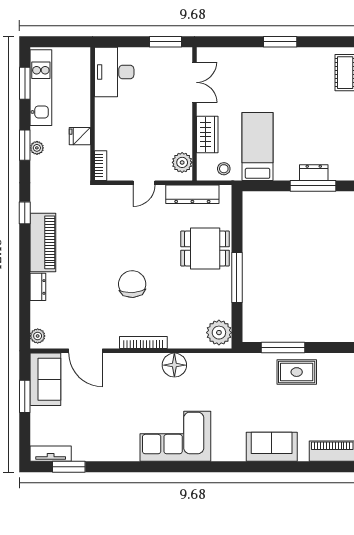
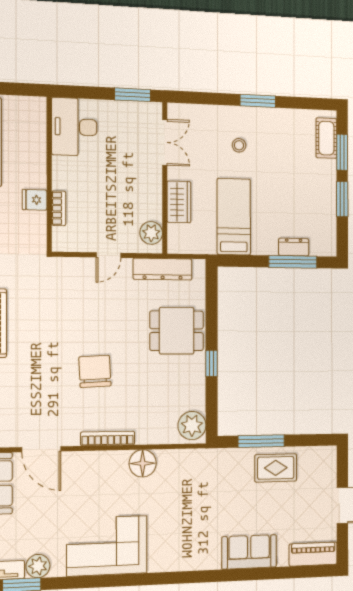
bookcase: (101, 166) -> (59, 208), moved
stool: (224, 169) -> (239, 145), moved
window: (237, 278) -> (212, 363), width x0.46
corner sofa: (175, 436) -> (107, 546), moved
plant: (83, 451) -> (38, 566), added

